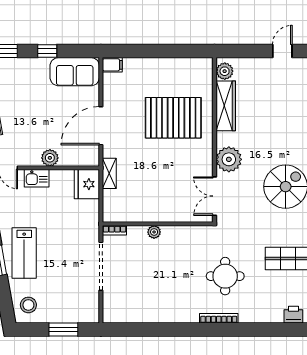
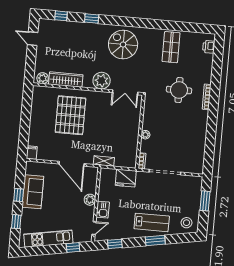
sofa: (75, 72) -> (33, 192), moved
fridge: (87, 184) -> (126, 178), moved

